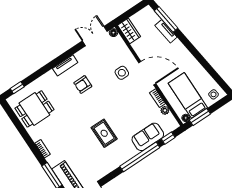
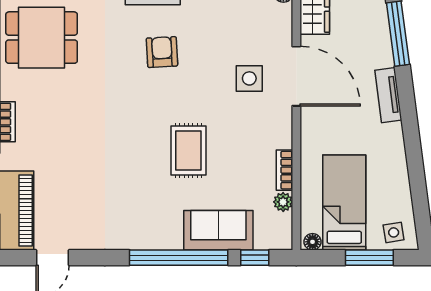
tv unit: (166, 31) -> (388, 95), moved
door: (147, 73) -> (296, 76), moved
armchair: (83, 85) -> (162, 52), turned 87
window: (200, 117) -> (369, 258), moved
rug: (104, 133) -> (188, 151), moved

